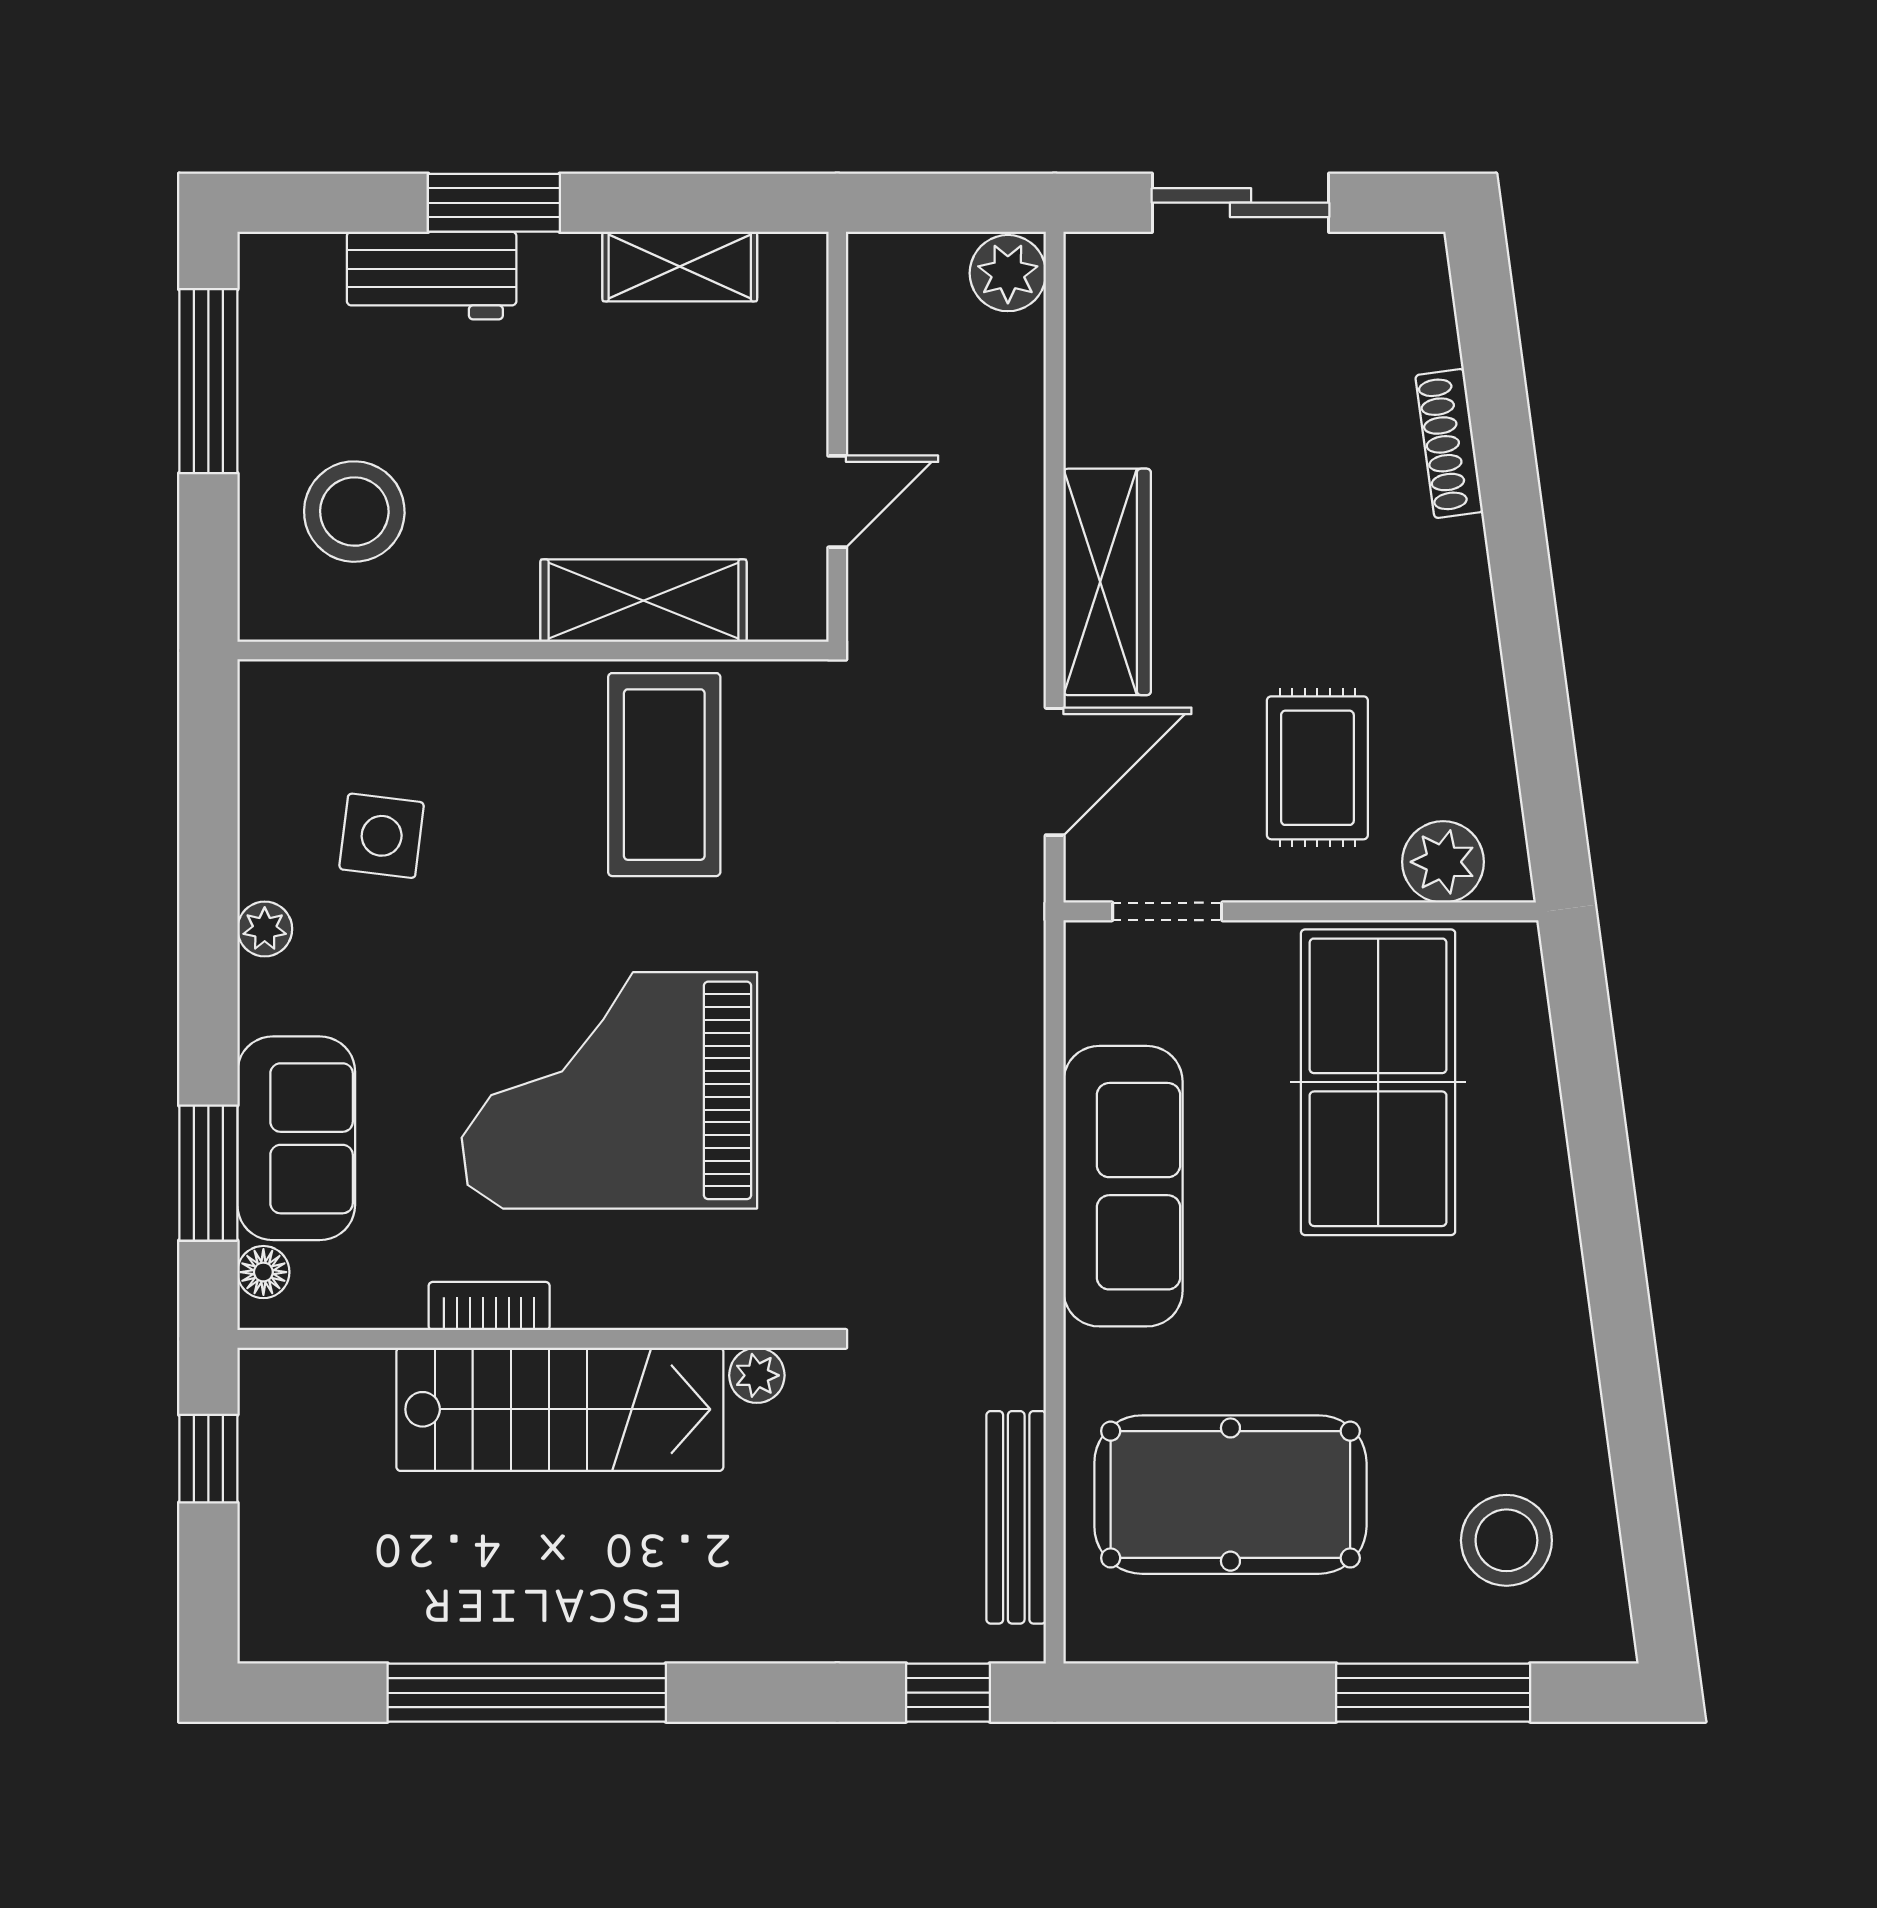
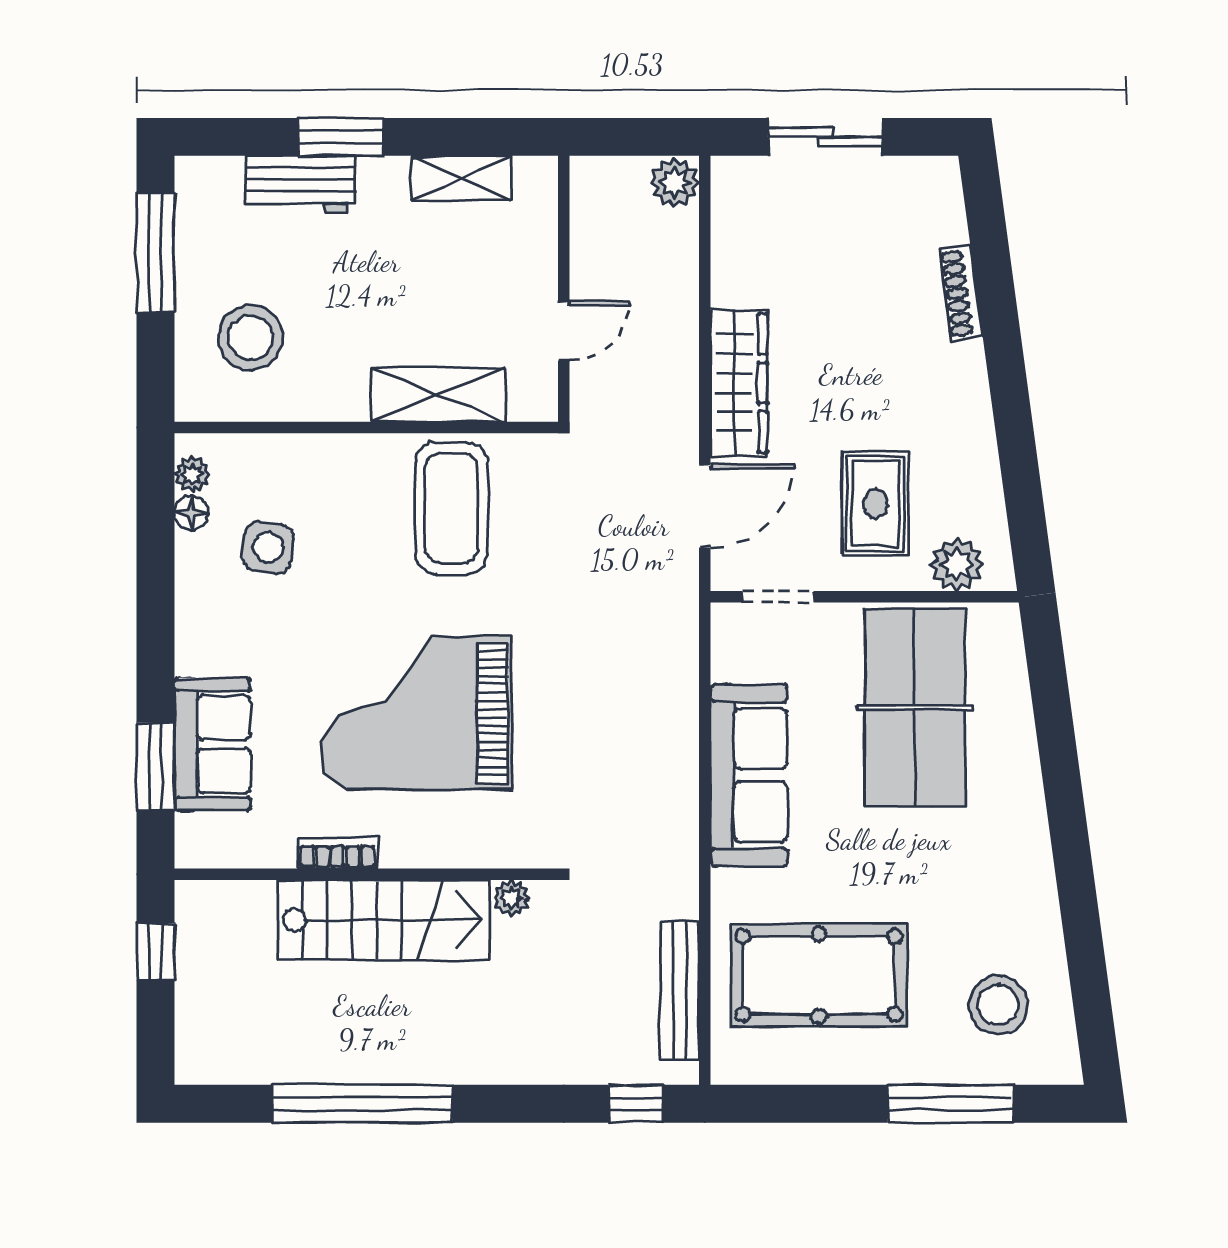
plant: (265, 929) -> (192, 474), moved
floor lamp: (263, 1272) -> (191, 513), moved

